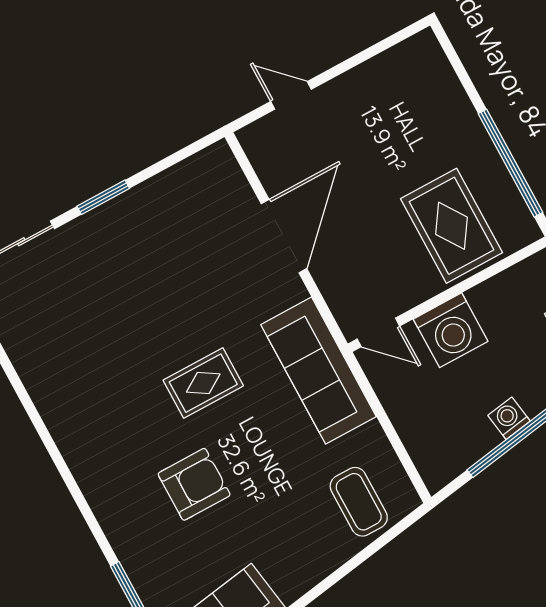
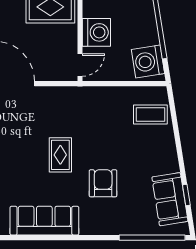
sofa: (319, 371) -> (44, 221), moved, turned 180
washing machine: (509, 418) -> (148, 61), moved, width x1.89, depth x1.89

